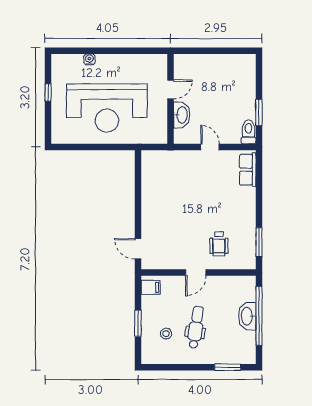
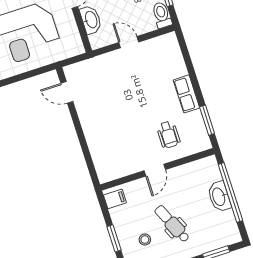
row of seats: (248, 170) -> (186, 94), moved
door: (138, 249) -> (67, 92), moved
dental chair: (196, 327) -> (172, 224), turned -32

